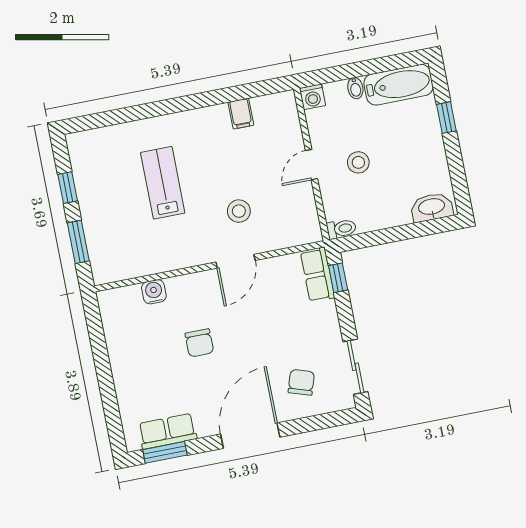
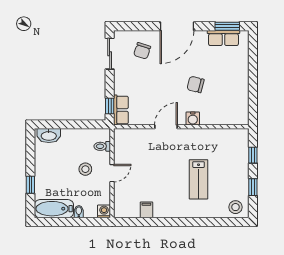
stool: (239, 211) -> (236, 207), moved
toilet: (341, 229) -> (102, 146), moved
window: (78, 242) -> (253, 155), width x0.67
water cooler: (154, 292) -> (193, 119), moved
chair: (199, 343) -> (196, 84), turned -76

